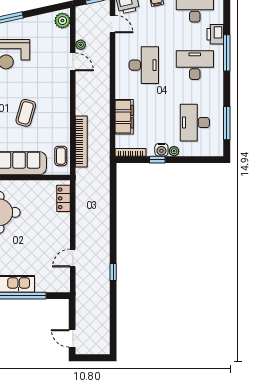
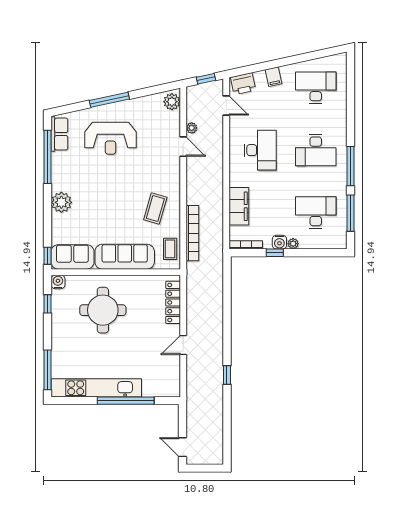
printer: (215, 34) -> (338, 117), removed
window: (227, 53) -> (350, 166), moved
desk: (195, 65) -> (316, 150), turned 180
coffee table: (26, 113) -> (155, 208), moved
desk: (195, 123) -> (316, 213), turned 90
locker: (64, 198) -> (173, 302), width x1.53
door: (73, 258) -> (183, 345), moved

